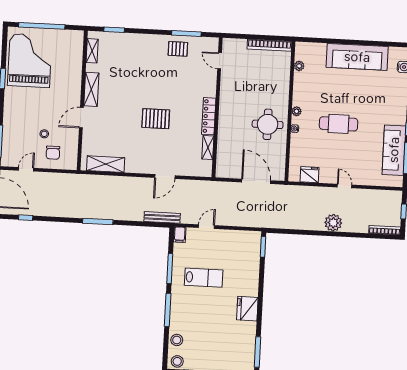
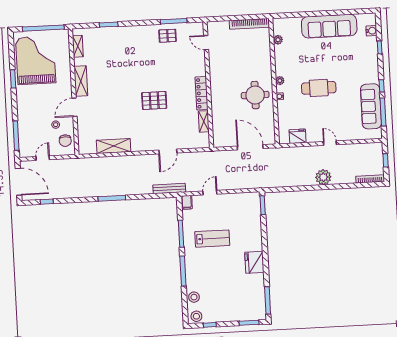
shelving: (92, 51) -> (78, 46), moved
shelving: (91, 89) -> (81, 81), moved
wall: (82, 100) -> (74, 92), moved
door: (81, 118) -> (74, 107), moved

